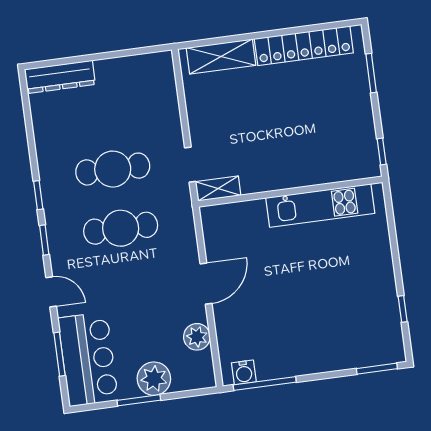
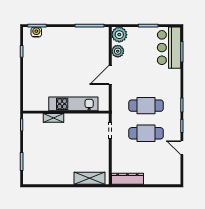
locker: (304, 46) -> (51, 178), removed
dresser: (60, 77) -> (127, 179), moved
shelving: (218, 189) -> (54, 118), moved
kitchen unit: (320, 205) -> (73, 104), moved
door: (51, 292) -> (182, 148), moved
water cooler: (244, 372) -> (36, 32), moved
plant: (154, 379) -> (119, 35), moved

